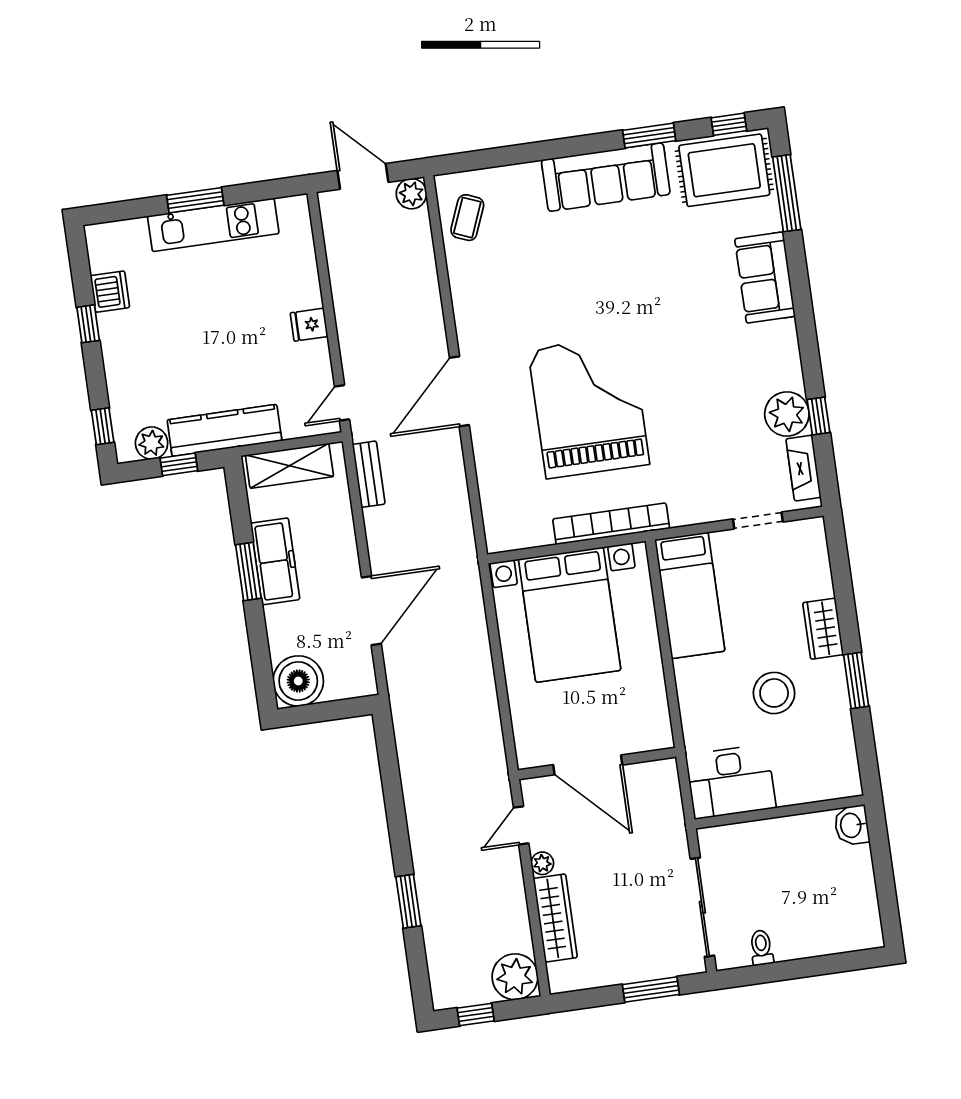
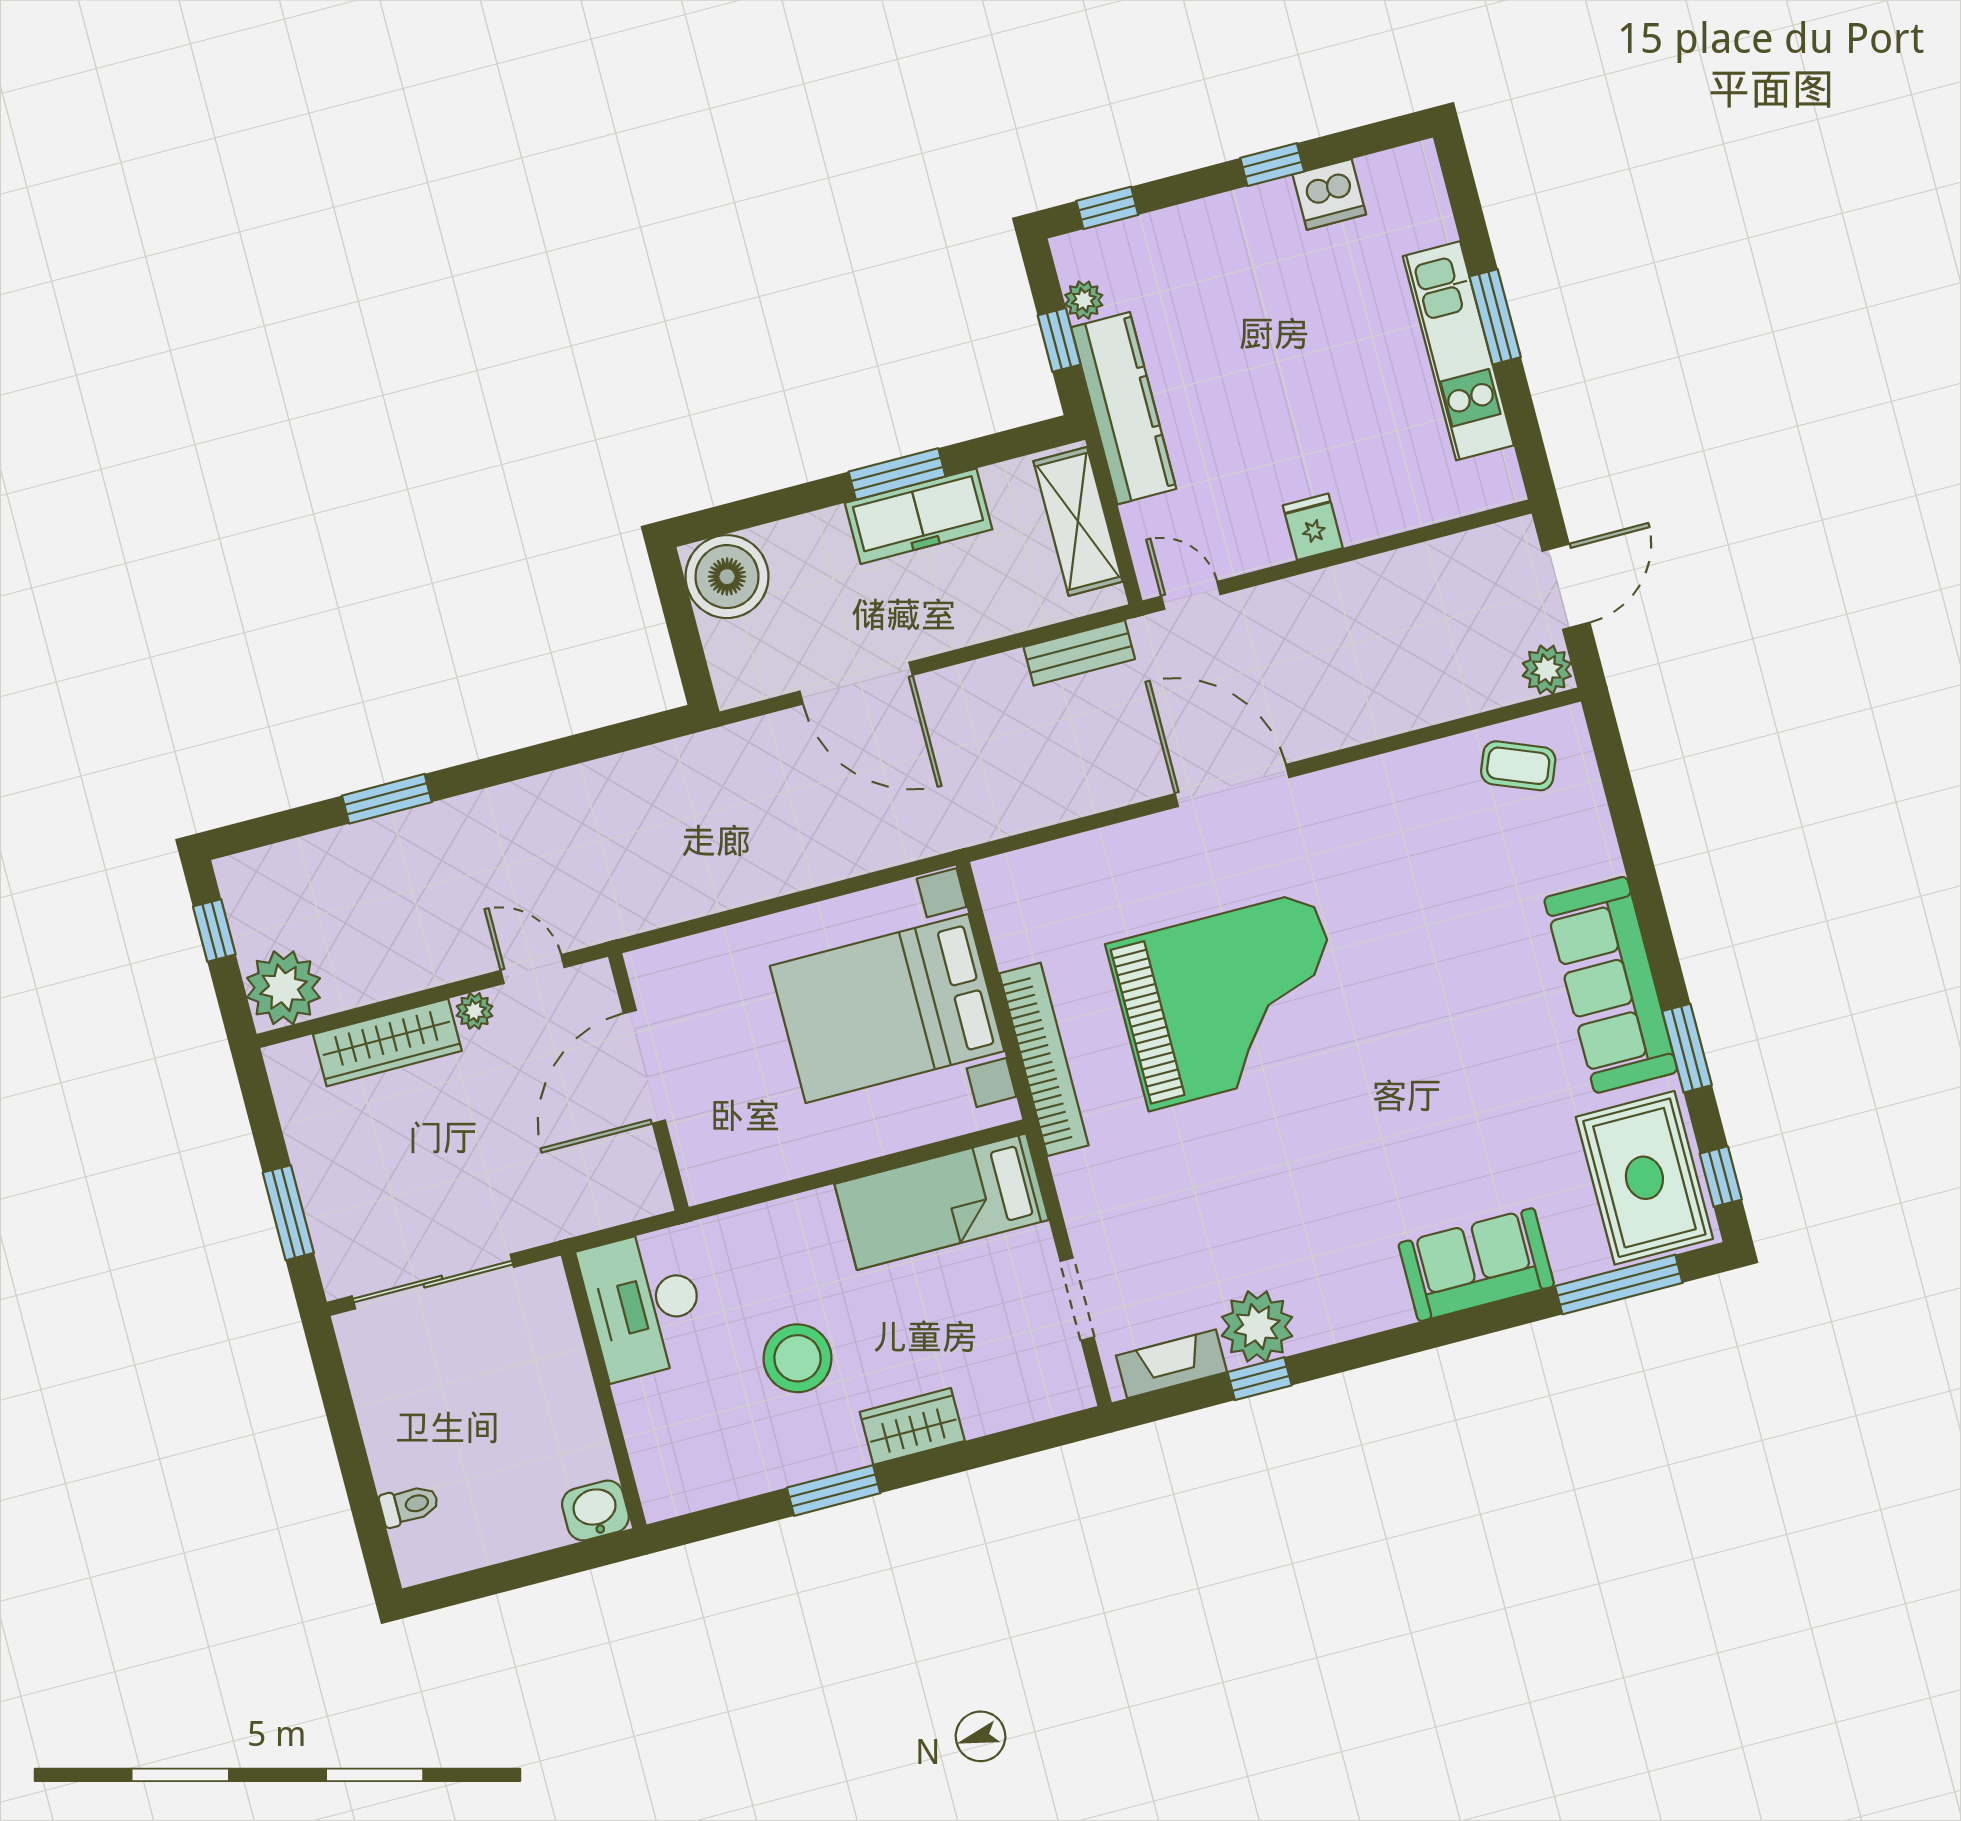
plant: (152, 443) -> (1084, 300), width x0.73, depth x0.73
toilet: (761, 948) -> (409, 1505), moved

